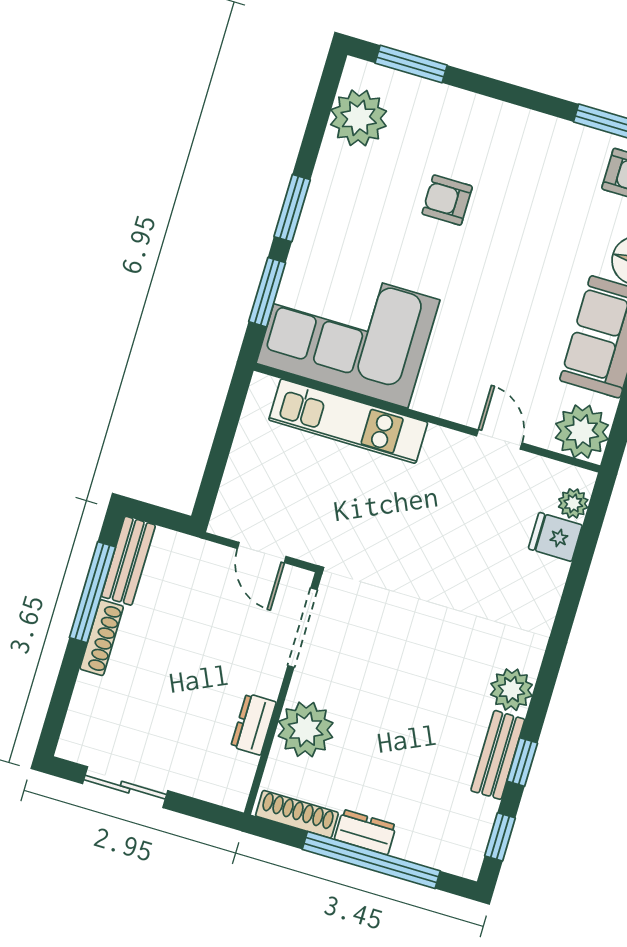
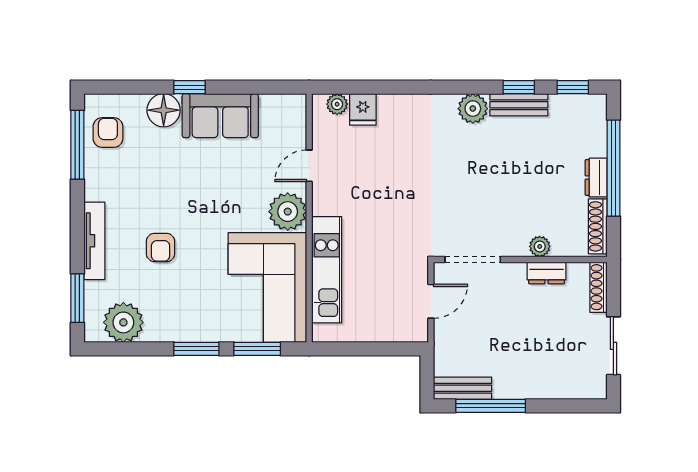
tv unit: (484, 111) -> (94, 241), added
plant: (582, 431) -> (288, 212), moved
shoe rack: (102, 638) -> (598, 287), moved, turned -90
plant: (306, 729) -> (540, 246), width x0.53, depth x0.53

